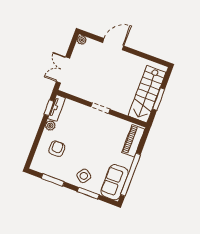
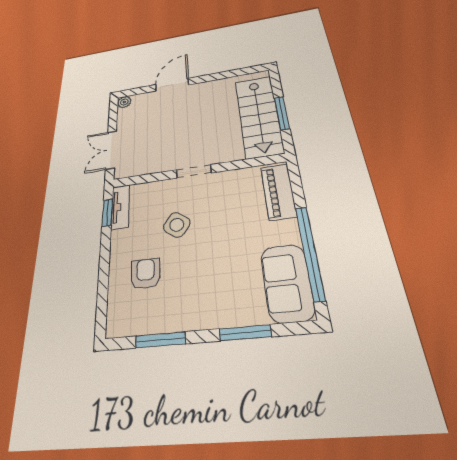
plant: (50, 126) -> (119, 239), removed
side table: (84, 176) -> (177, 225), moved

